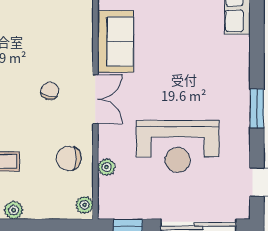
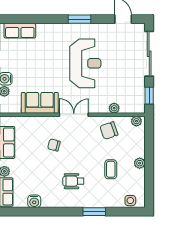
chair: (50, 91) -> (54, 145), moved
reception desk: (178, 146) -> (85, 63), moved
chair: (69, 158) -> (109, 131), turned 67

